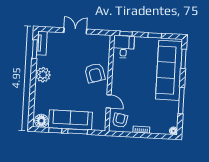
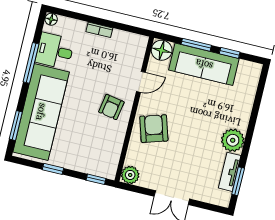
plant: (105, 40) -> (130, 175), added
tv unit: (42, 43) -> (230, 172), moved
desk: (124, 47) -> (55, 51), moved, turned 90
door: (109, 101) -> (141, 82), swing flipped
armchair: (120, 120) -> (111, 107), moved
floor lamp: (41, 121) -> (162, 50), moved

